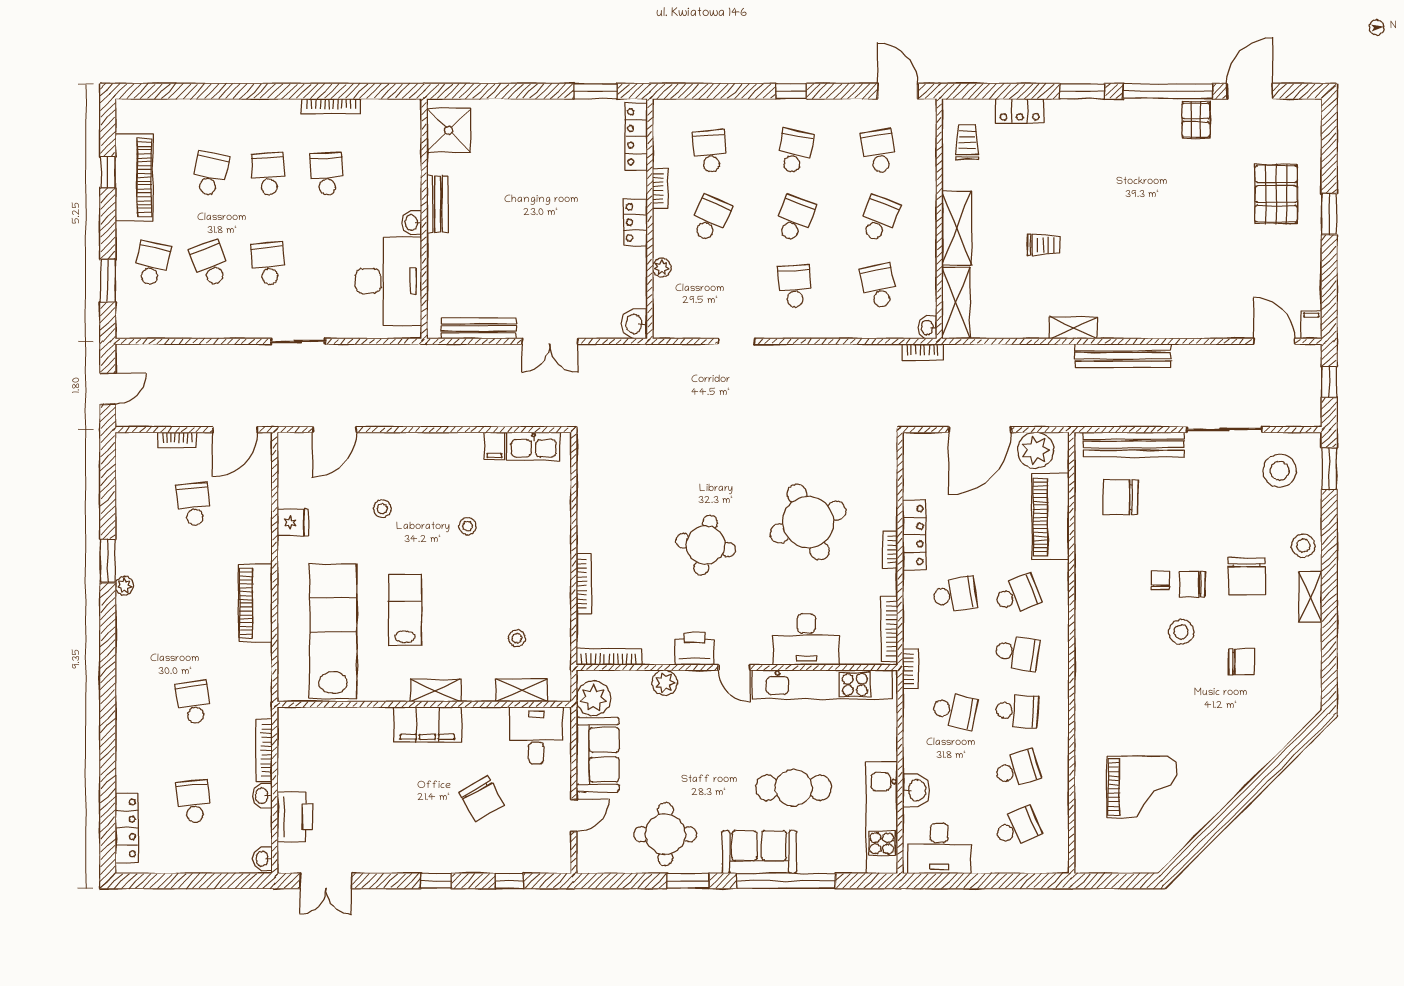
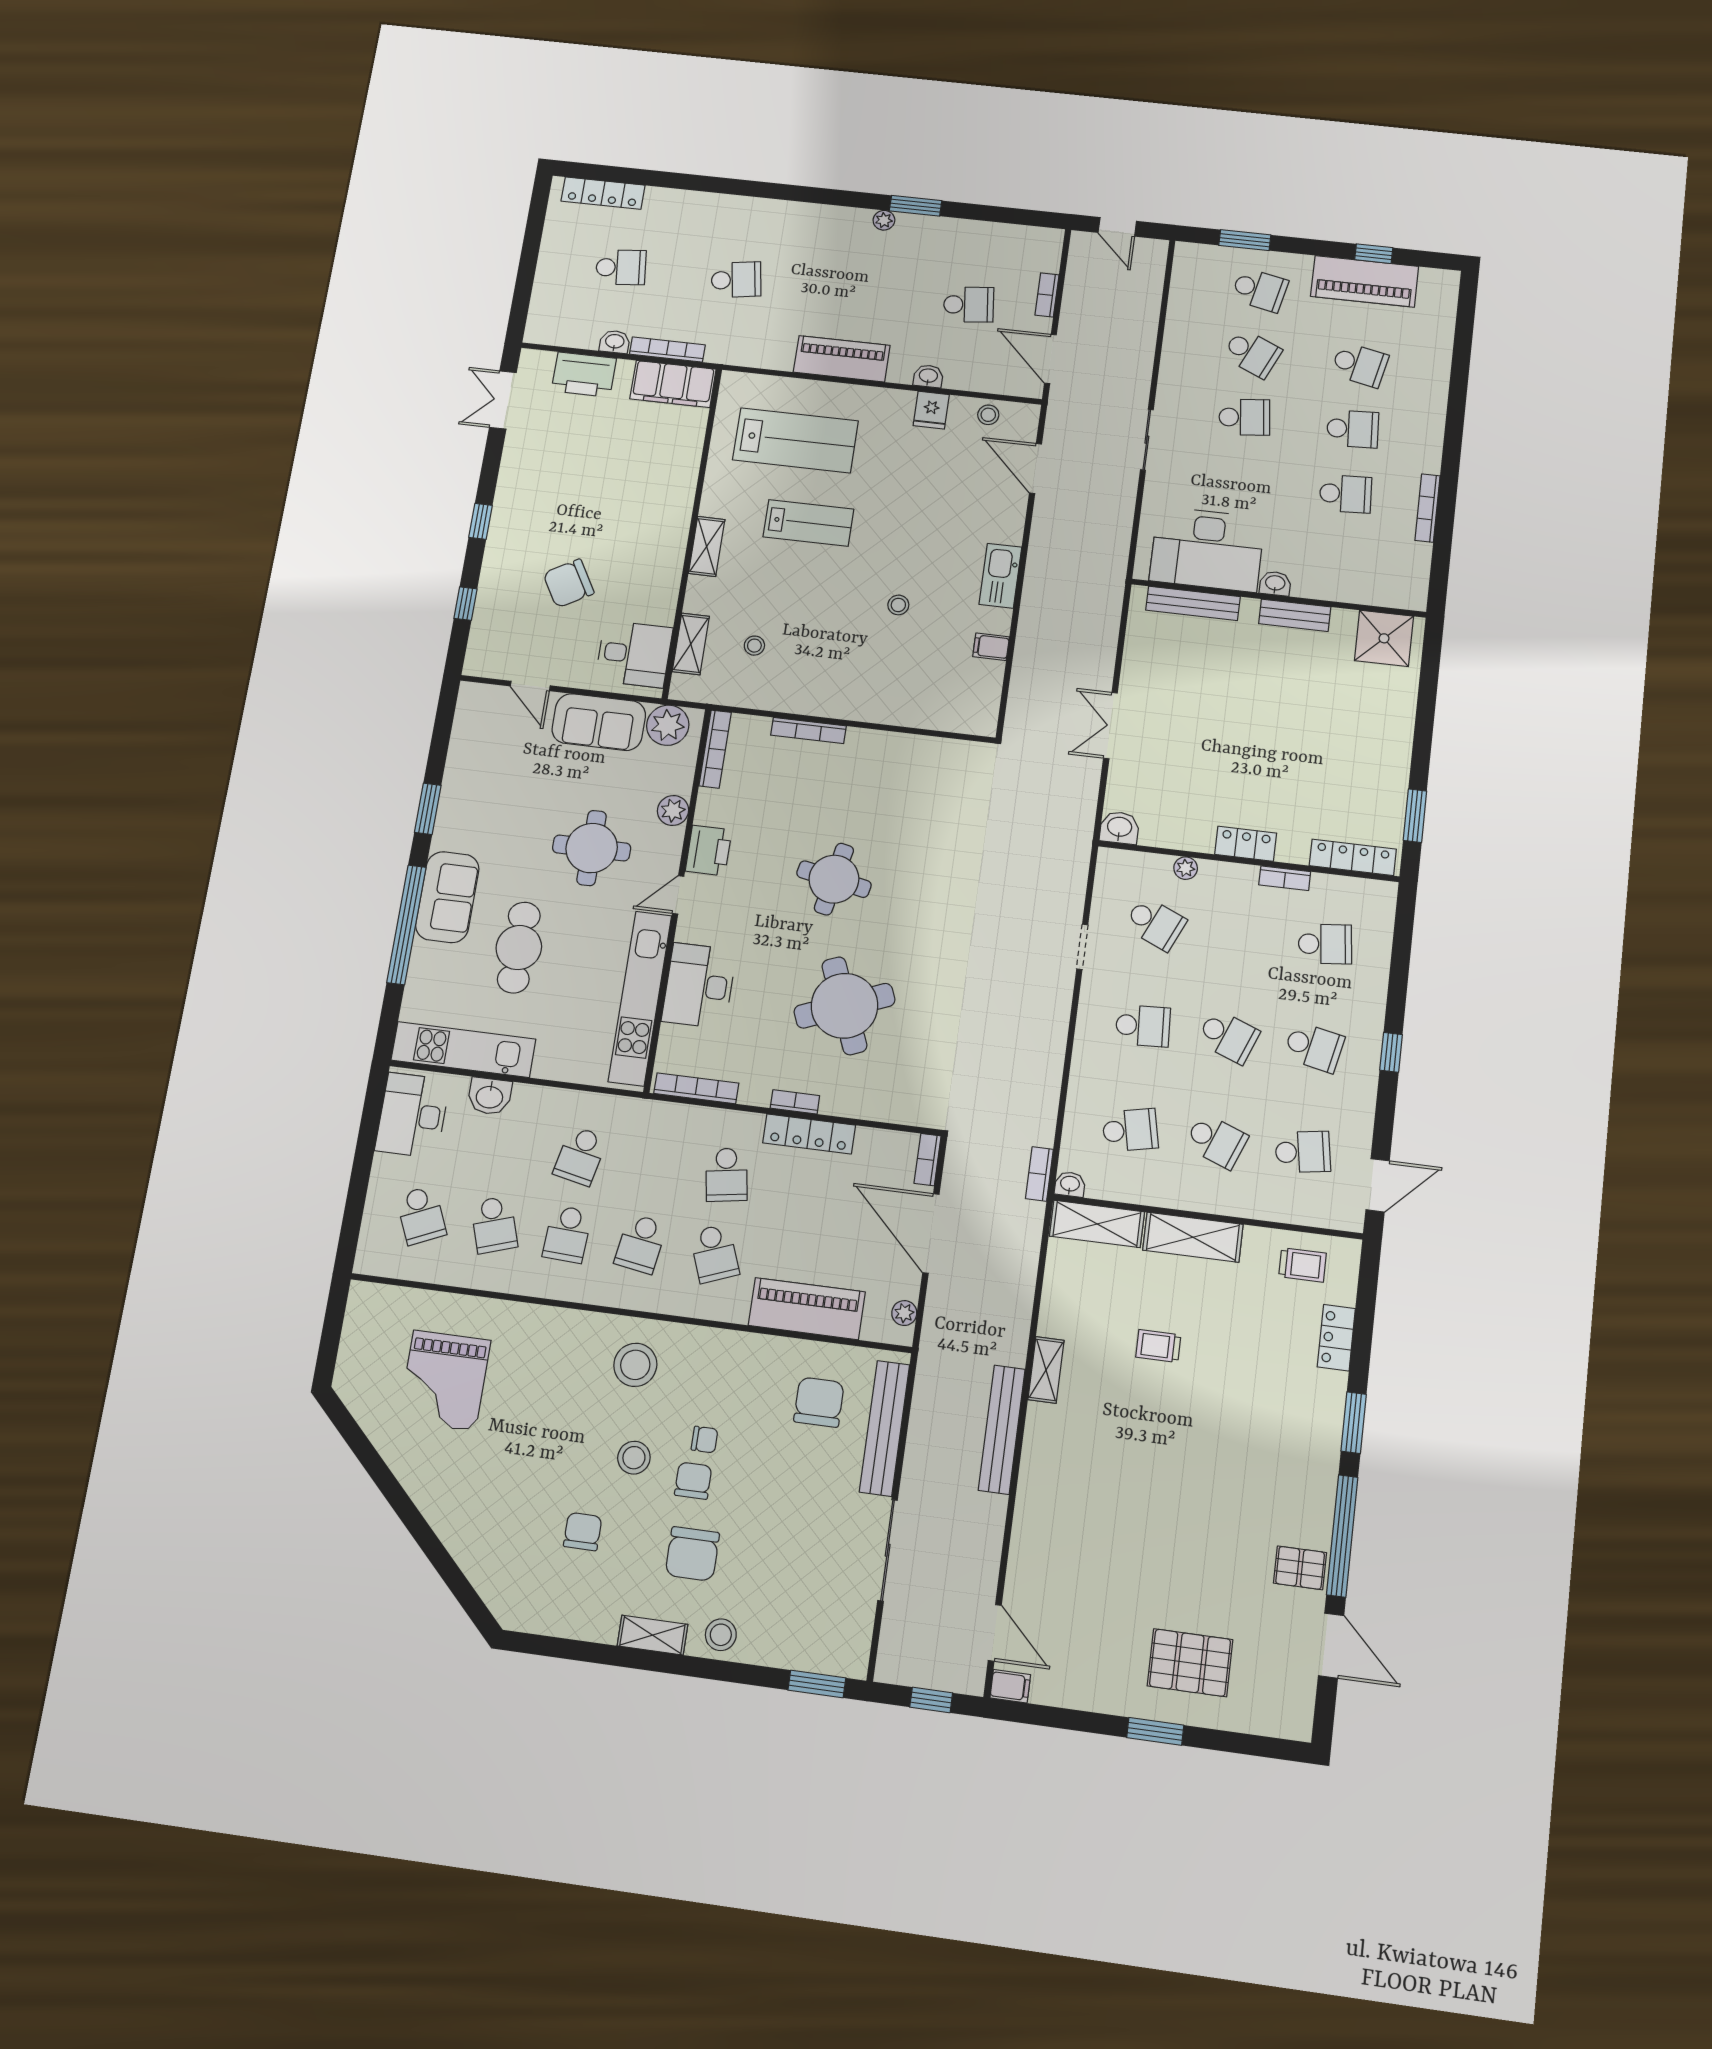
school desk: (710, 219) -> (1155, 923), moved
trolley: (1044, 245) -> (1158, 1346), turned 90
school desk: (210, 264) -> (1252, 353), turned 45
bench: (479, 328) -> (1193, 603), moved, turned 90
door: (1274, 341) -> (995, 1633), hinge flipped
kitchen sink: (534, 446) -> (1000, 576), moved
plant: (1036, 450) -> (904, 1313), width x0.53, depth x0.53
stool: (1280, 471) -> (635, 1365), moved
stool: (382, 509) -> (988, 415), moved
chair: (1247, 576) -> (692, 1554), turned -90
lab bench: (333, 631) -> (795, 440), width x0.73
chair: (1241, 662) -> (583, 1532), turned 180
bookcase: (910, 669) -> (928, 1160), moved, turned 90
filing cabinet: (427, 724) -> (673, 384), moved, turned -90
round table: (665, 834) -> (592, 848), moved
washbasin: (263, 859) -> (928, 376), moved

